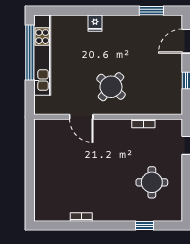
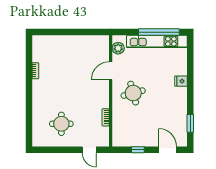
round table: (111, 87) -> (133, 93), turned 35
plant: (51, 107) -> (118, 48), added
window: (144, 226) -> (29, 118), removed

